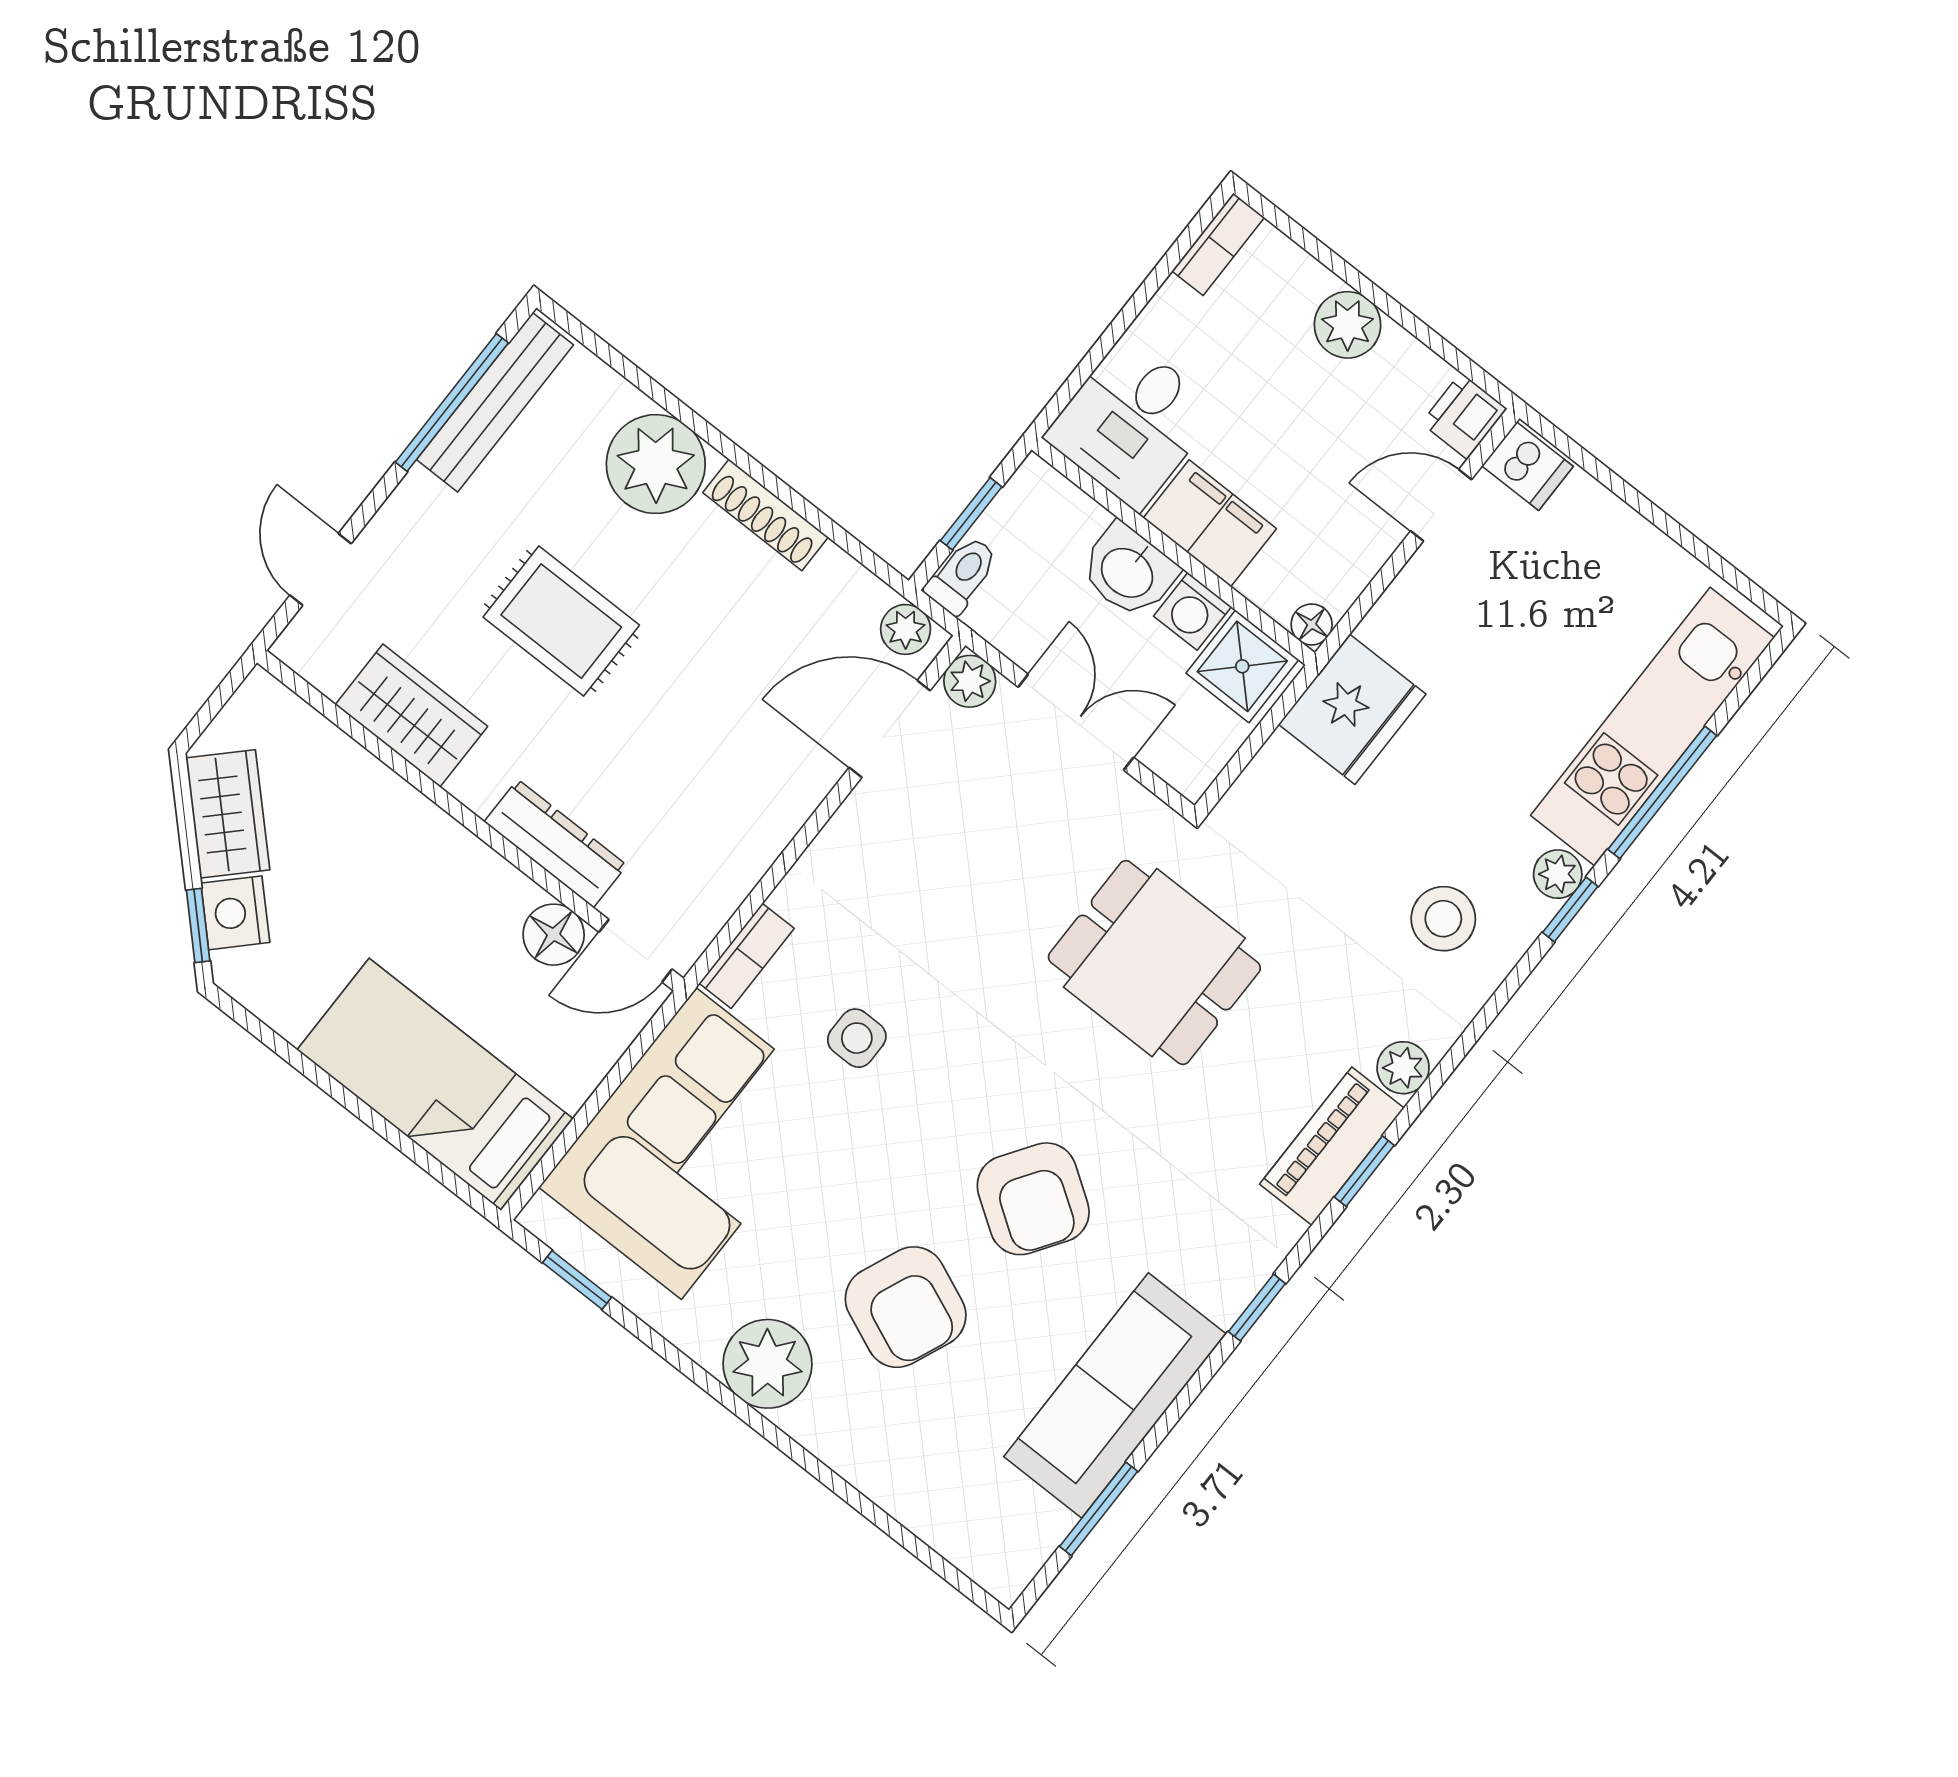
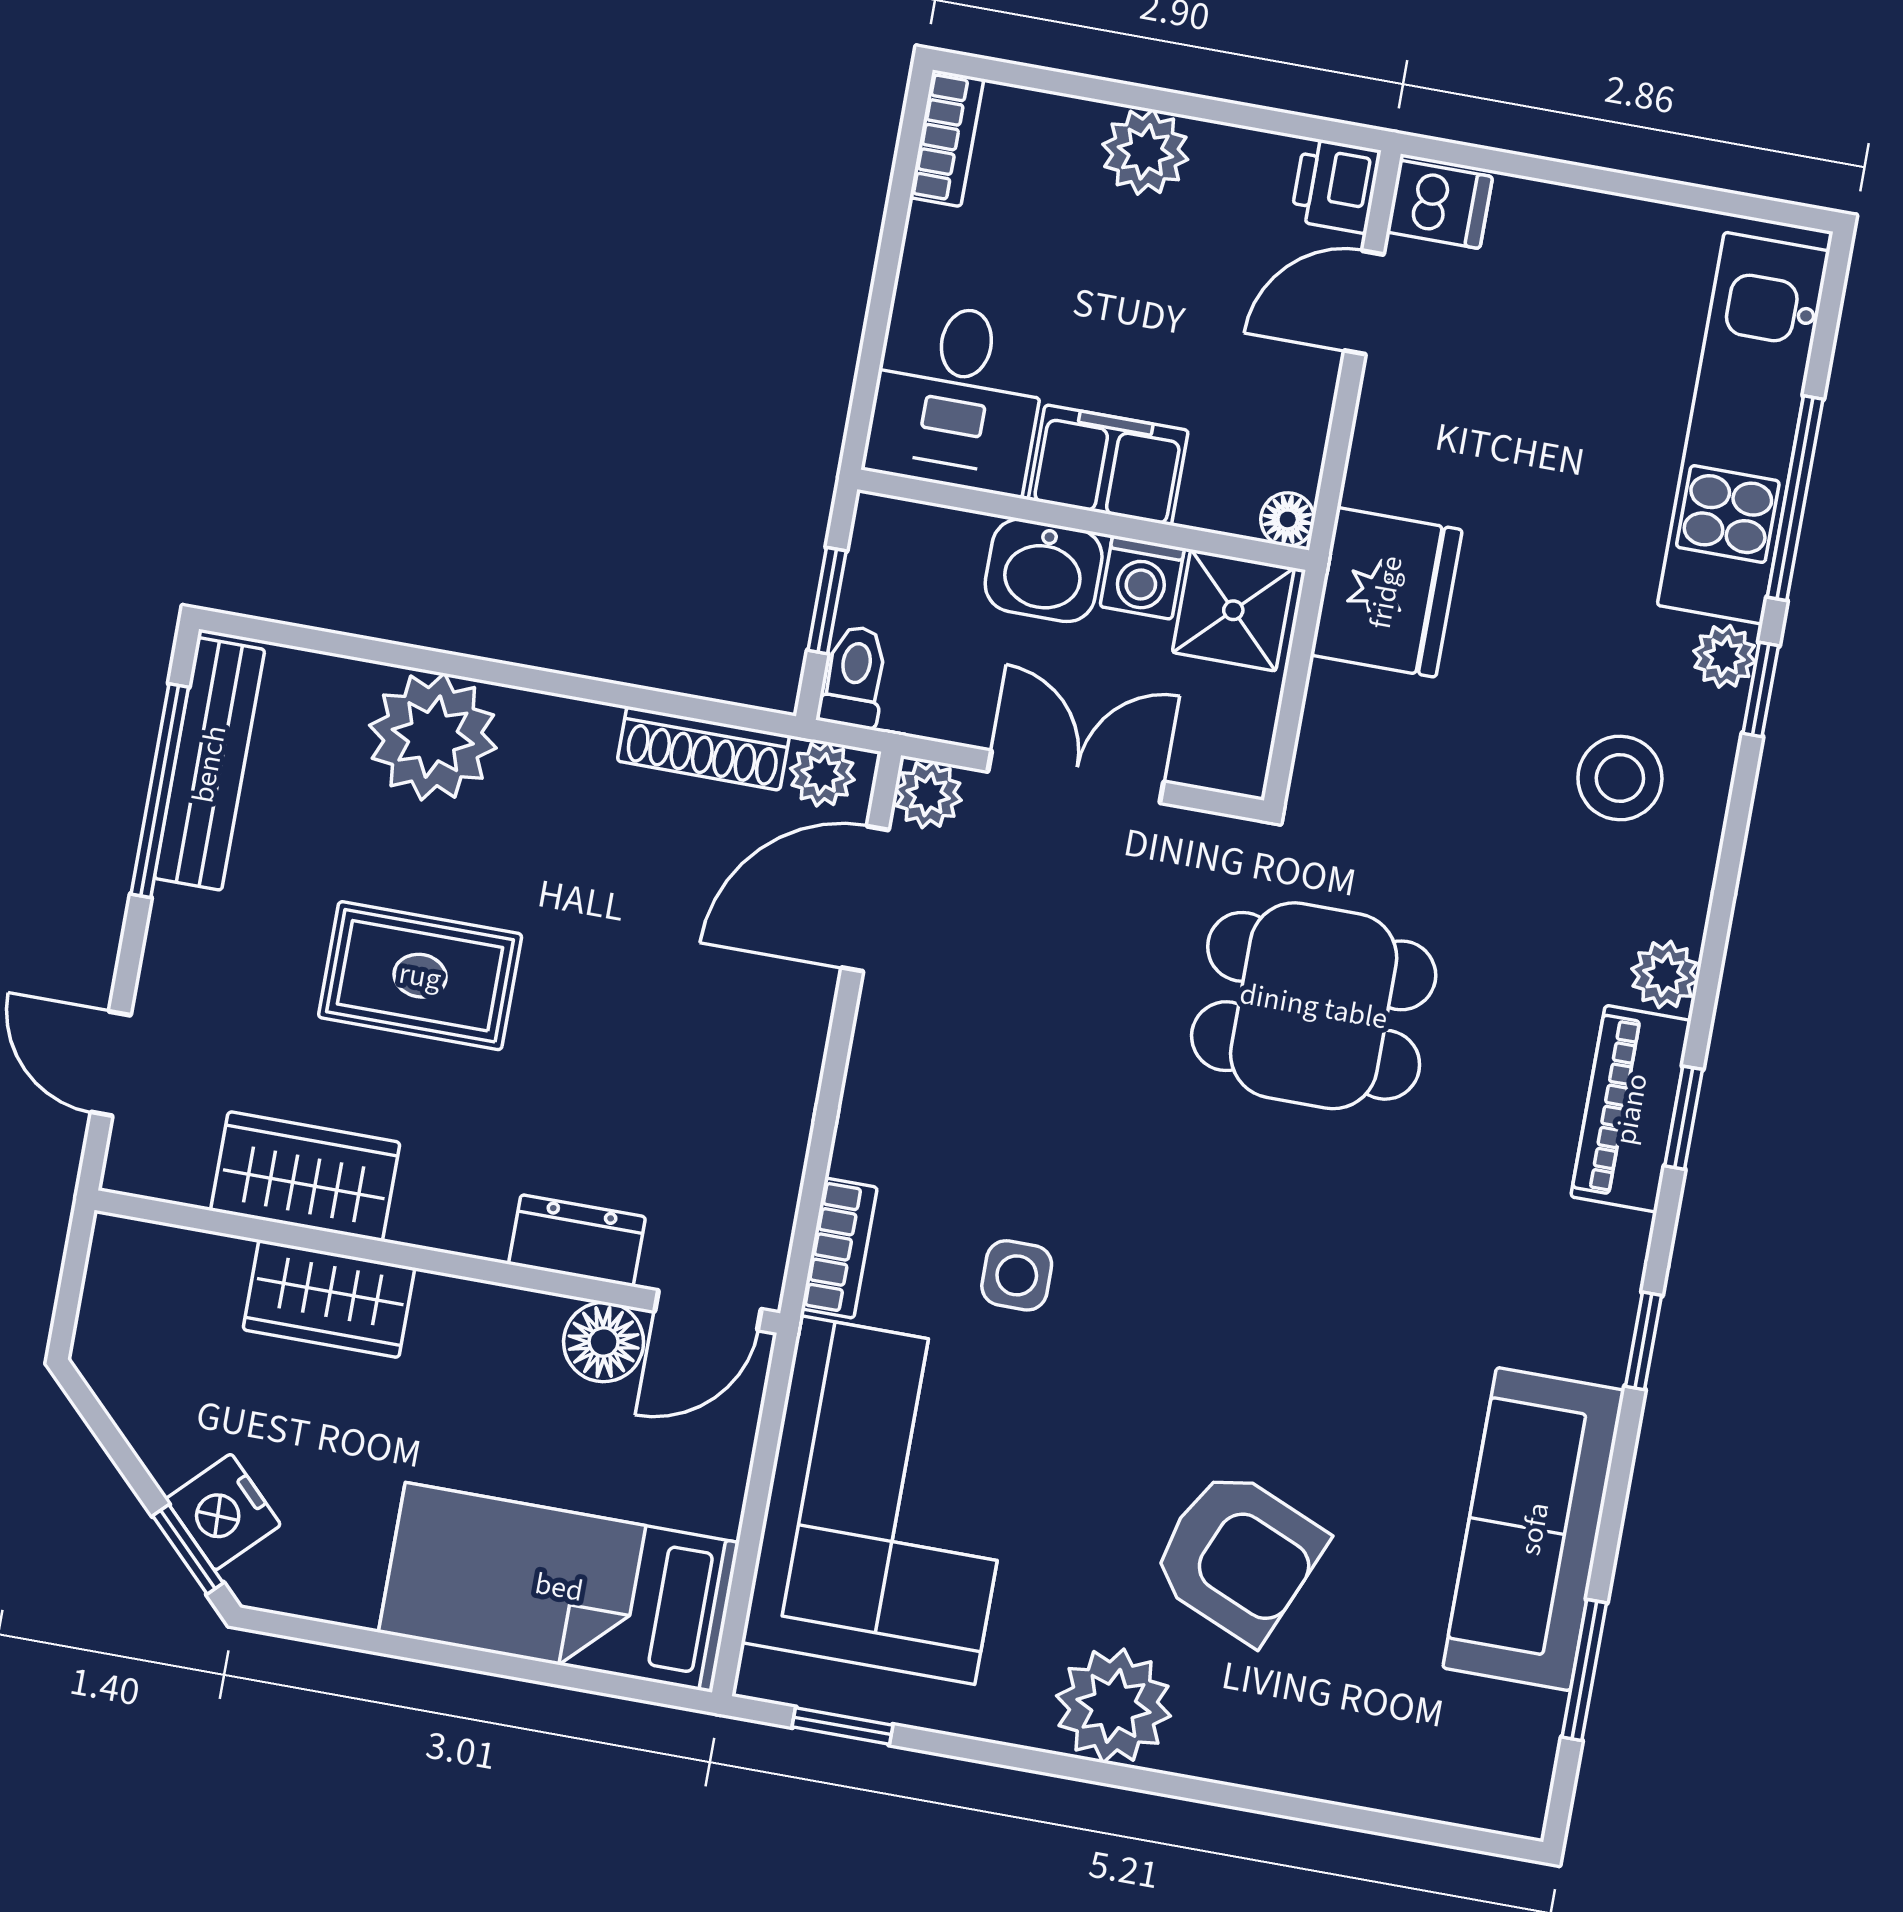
shoe rack: (766, 515) -> (703, 748), moved
wardrobe: (228, 814) -> (329, 1299), moved, turned 135
dresser: (555, 843) -> (577, 1241), width x0.70
armchair: (1033, 1199) -> (1319, 1353), removed

